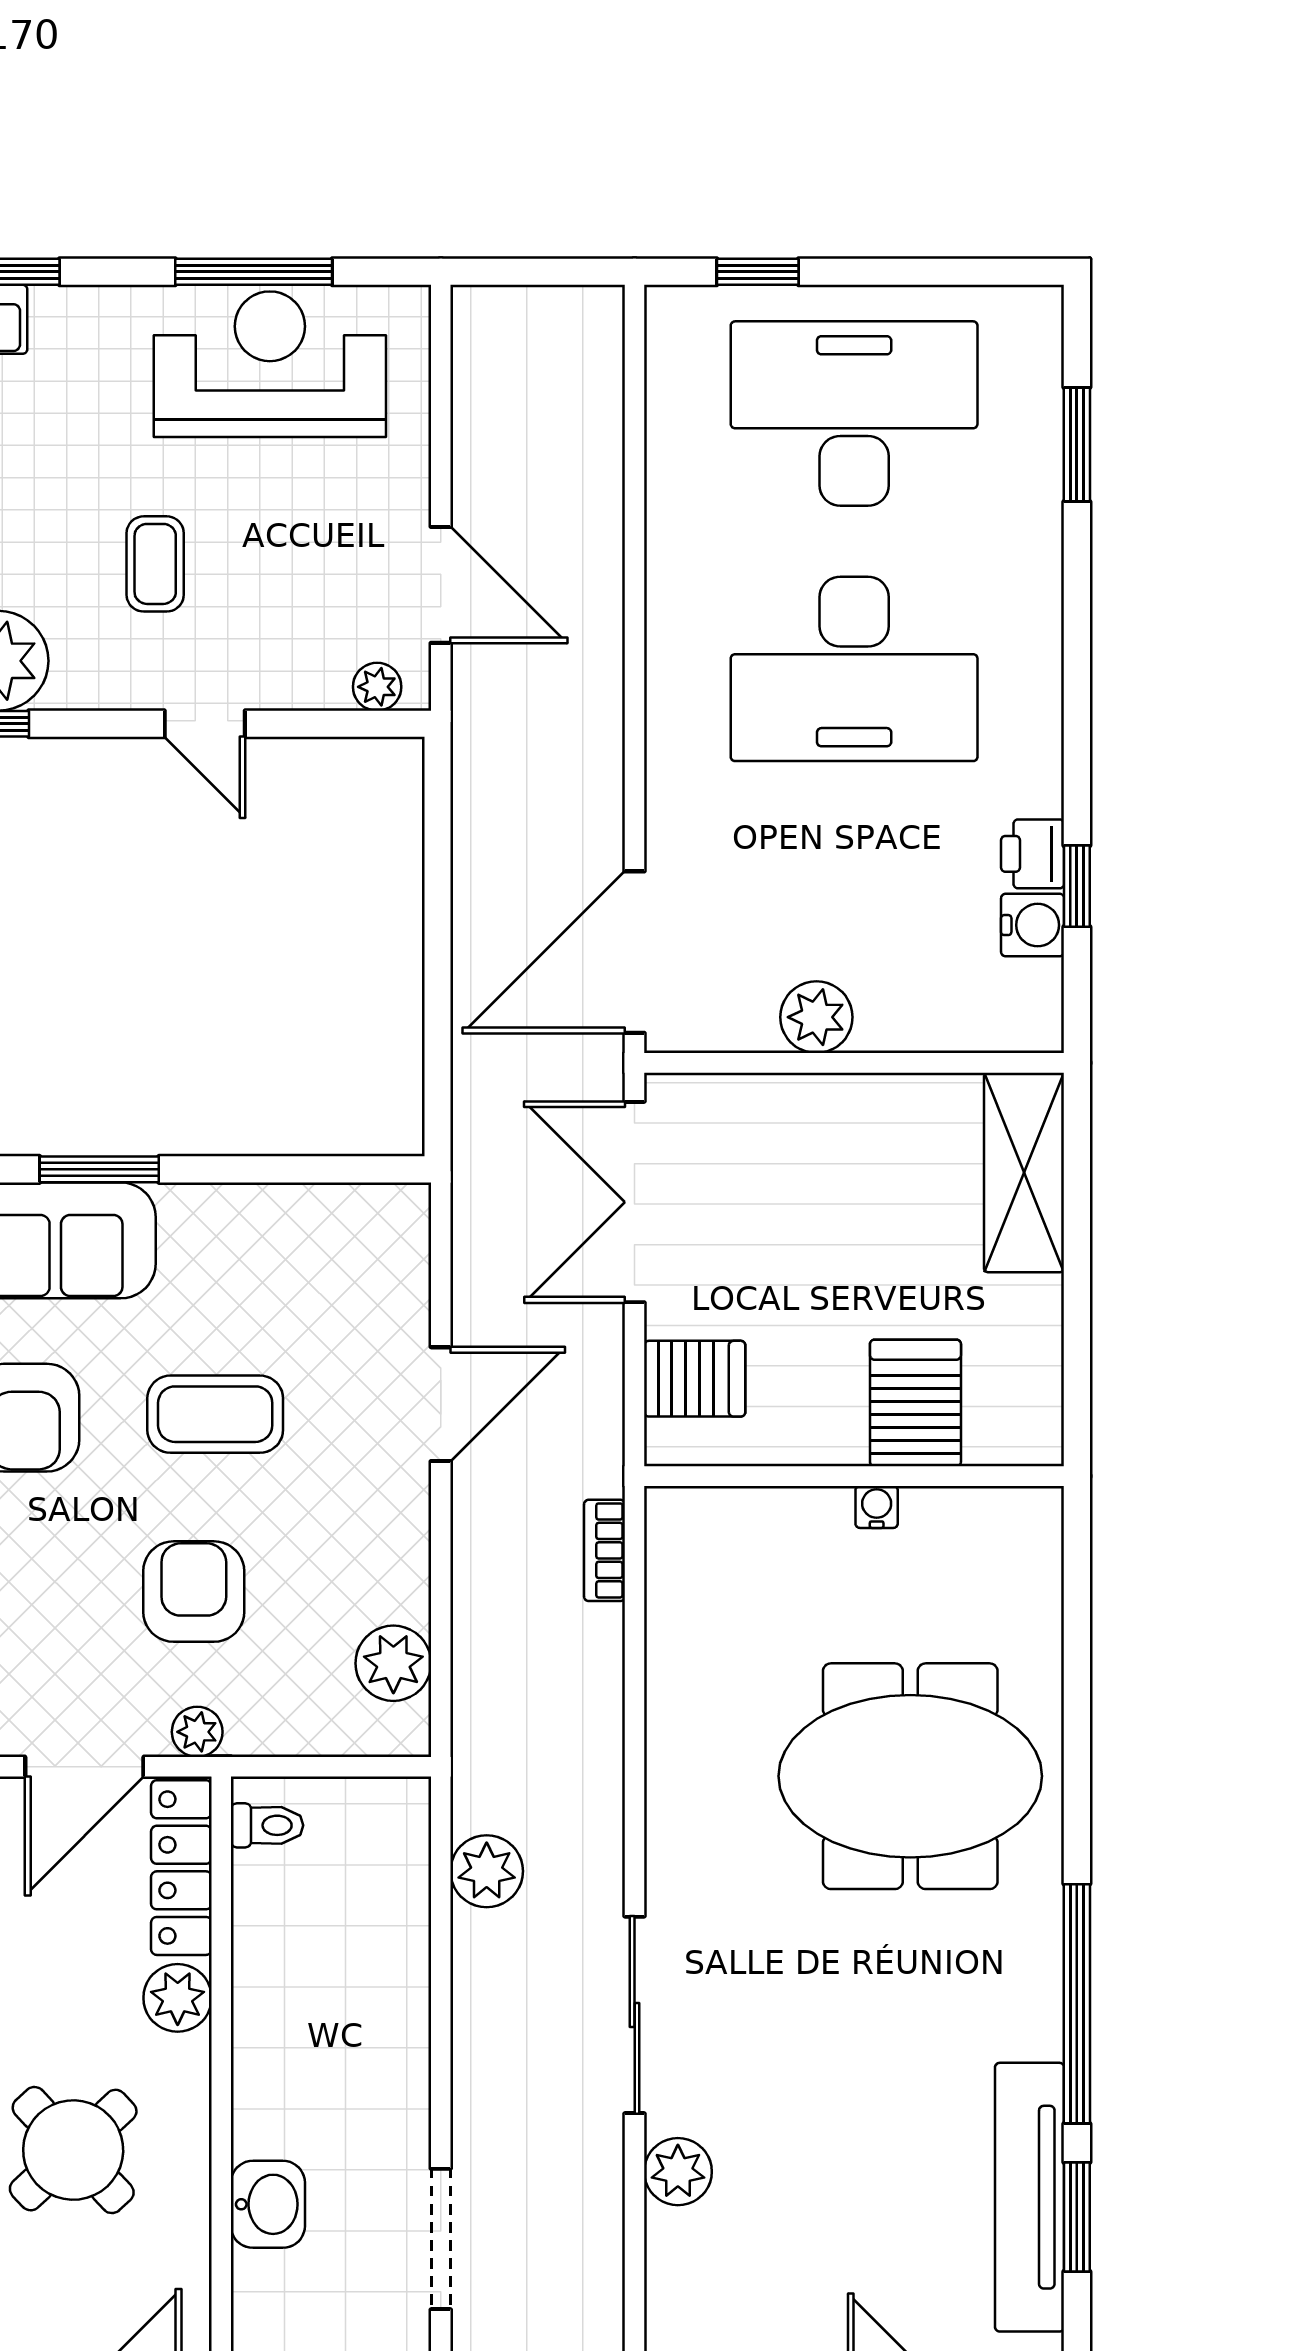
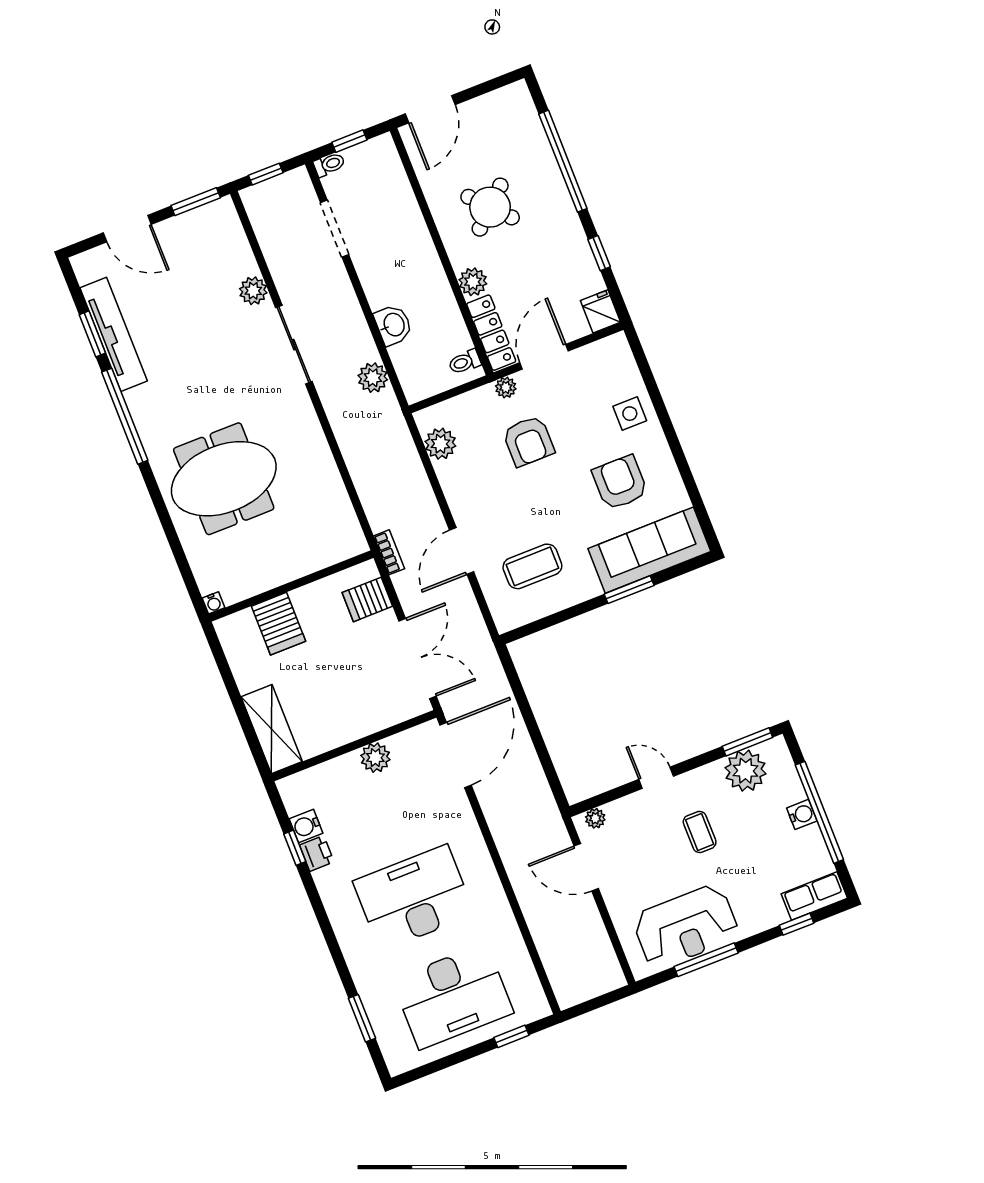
coffee table: (215, 1414) -> (532, 566), moved
water cooler: (877, 1507) -> (213, 603), moved
bookcase: (605, 1550) -> (389, 552), moved
washbasin: (268, 2204) -> (393, 325), moved, turned 180

